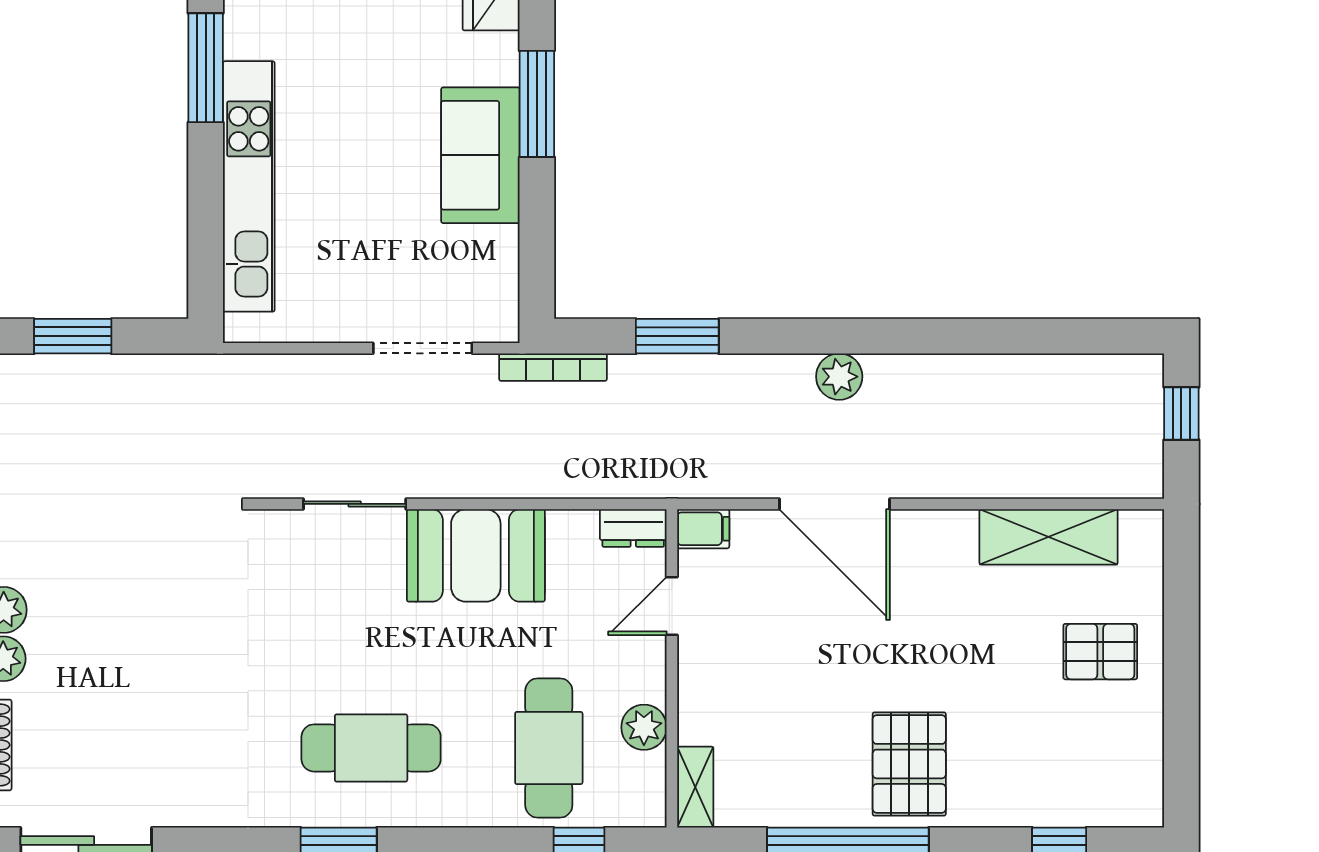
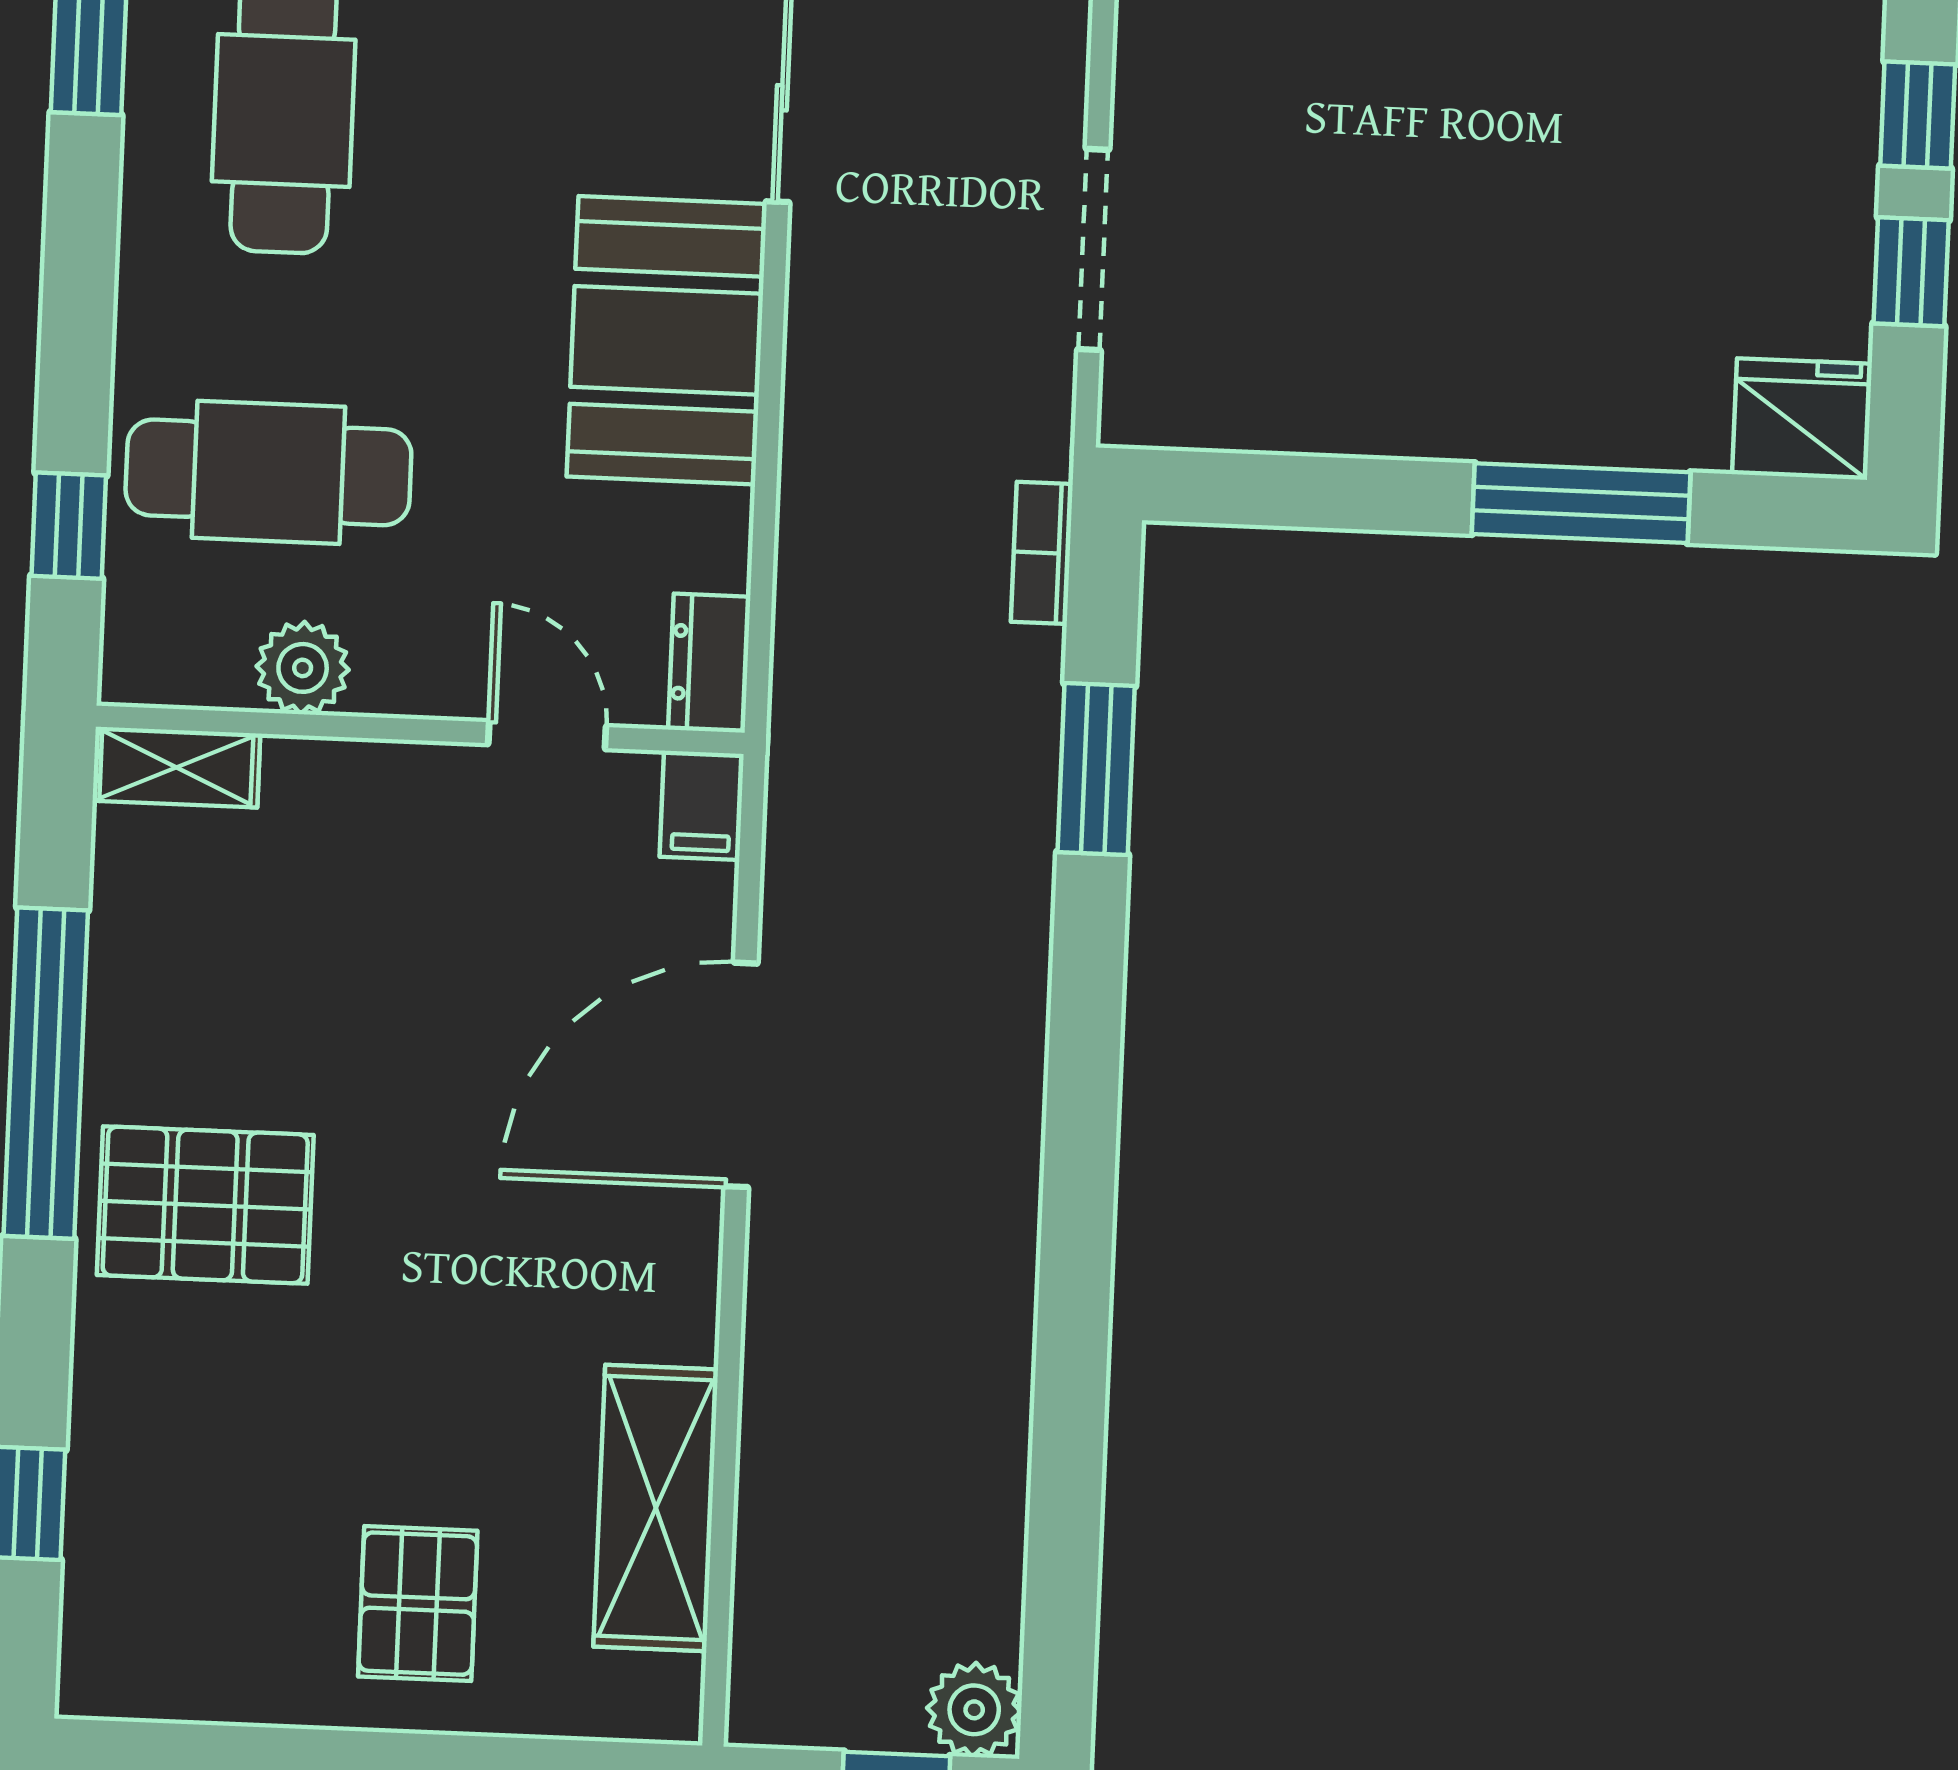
sofa: (480, 155) -> (1481, 384), removed
bookcase: (553, 367) -> (1042, 553), width x0.64
plant: (839, 377) -> (974, 1710), moved

